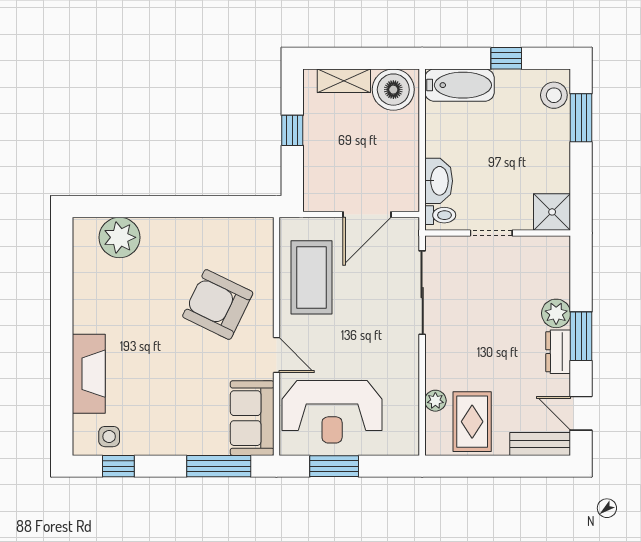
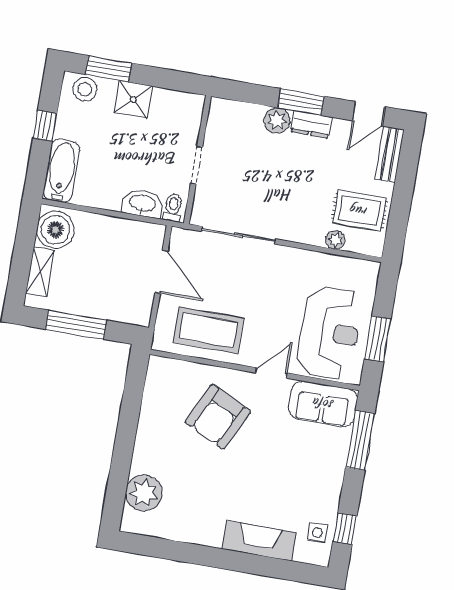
window: (292, 130) -> (76, 325), width x2.17
shower: (552, 212) -> (133, 99), moved

